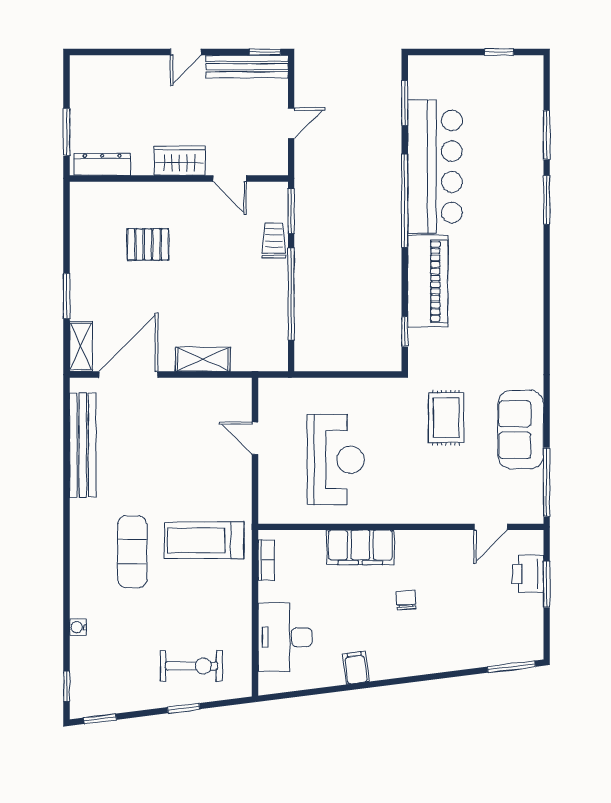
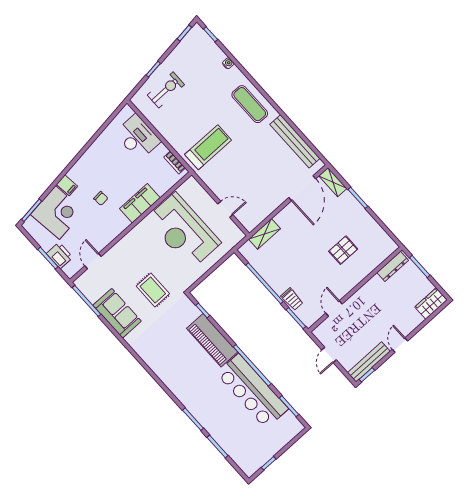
wardrobe: (179, 161) -> (431, 304), moved, turned 180
door: (230, 178) -> (334, 309), hinge flipped
shelving: (203, 359) -> (265, 234), moved
reception desk: (336, 460) -> (183, 231), width x1.36, depth x1.30
exercise mat: (132, 552) -> (250, 104), moved
corner desk: (480, 633) -> (57, 213), added
exercise bike: (192, 666) -> (166, 90), turned 180
filing cabinet: (356, 668) -> (67, 185), moved

